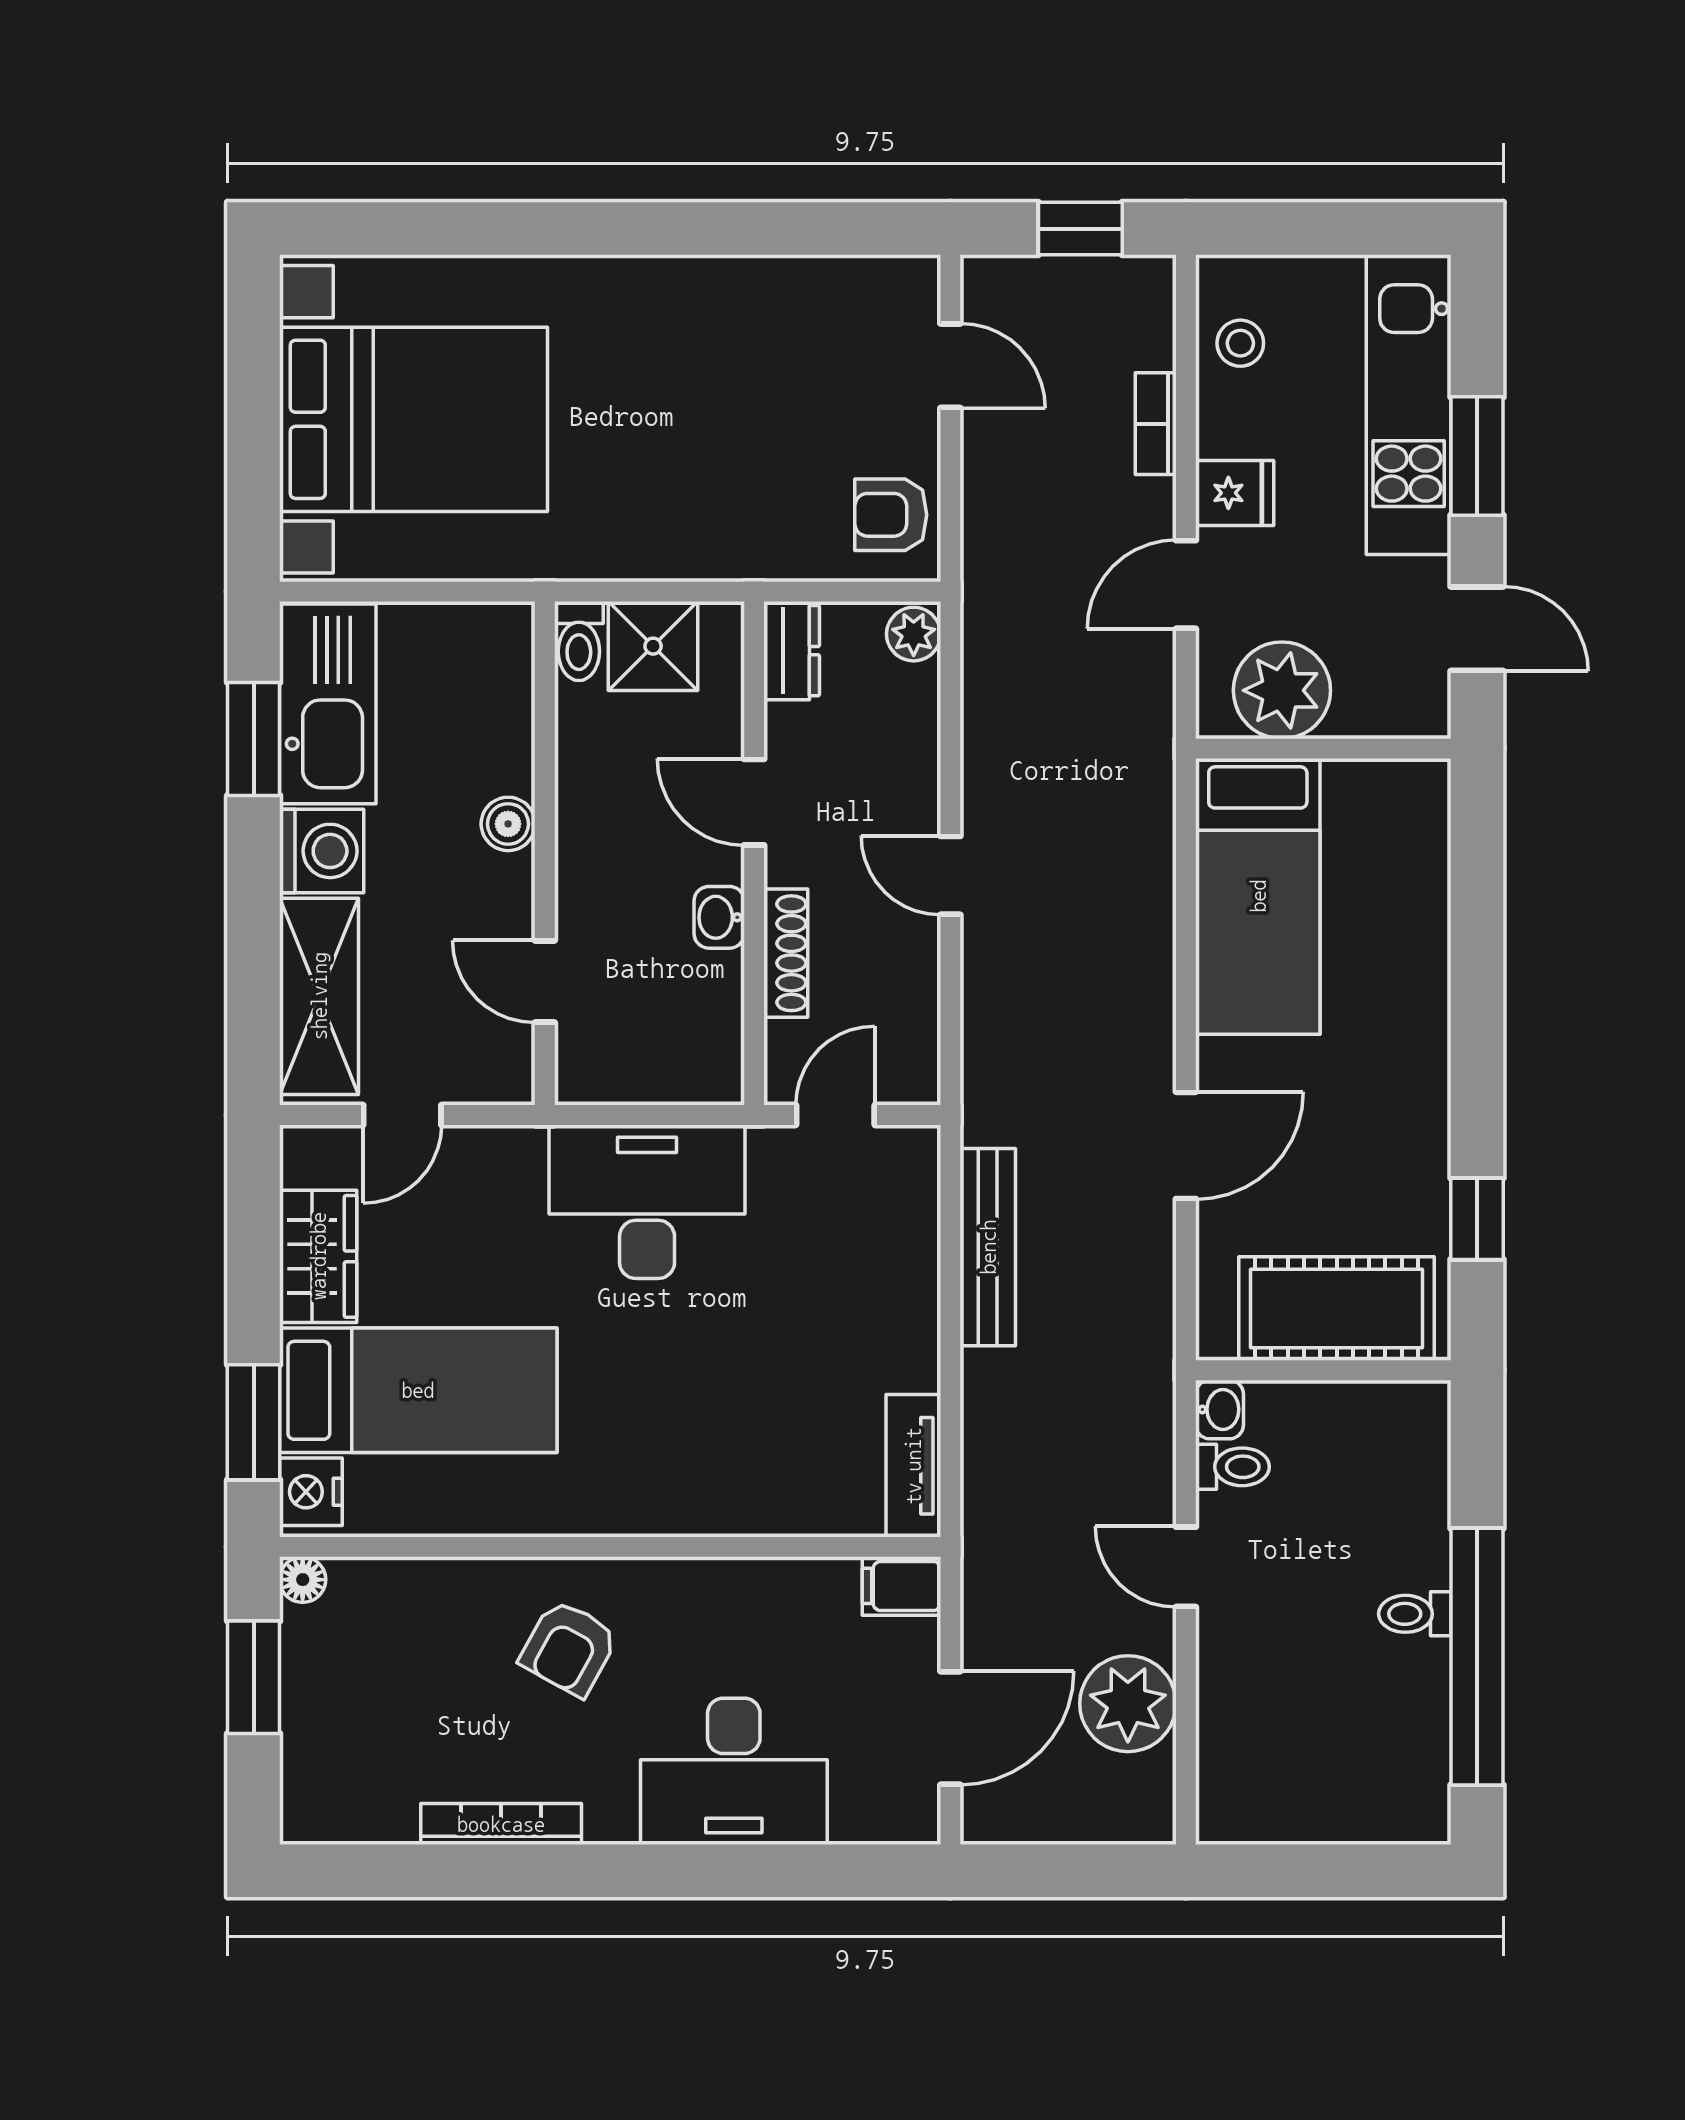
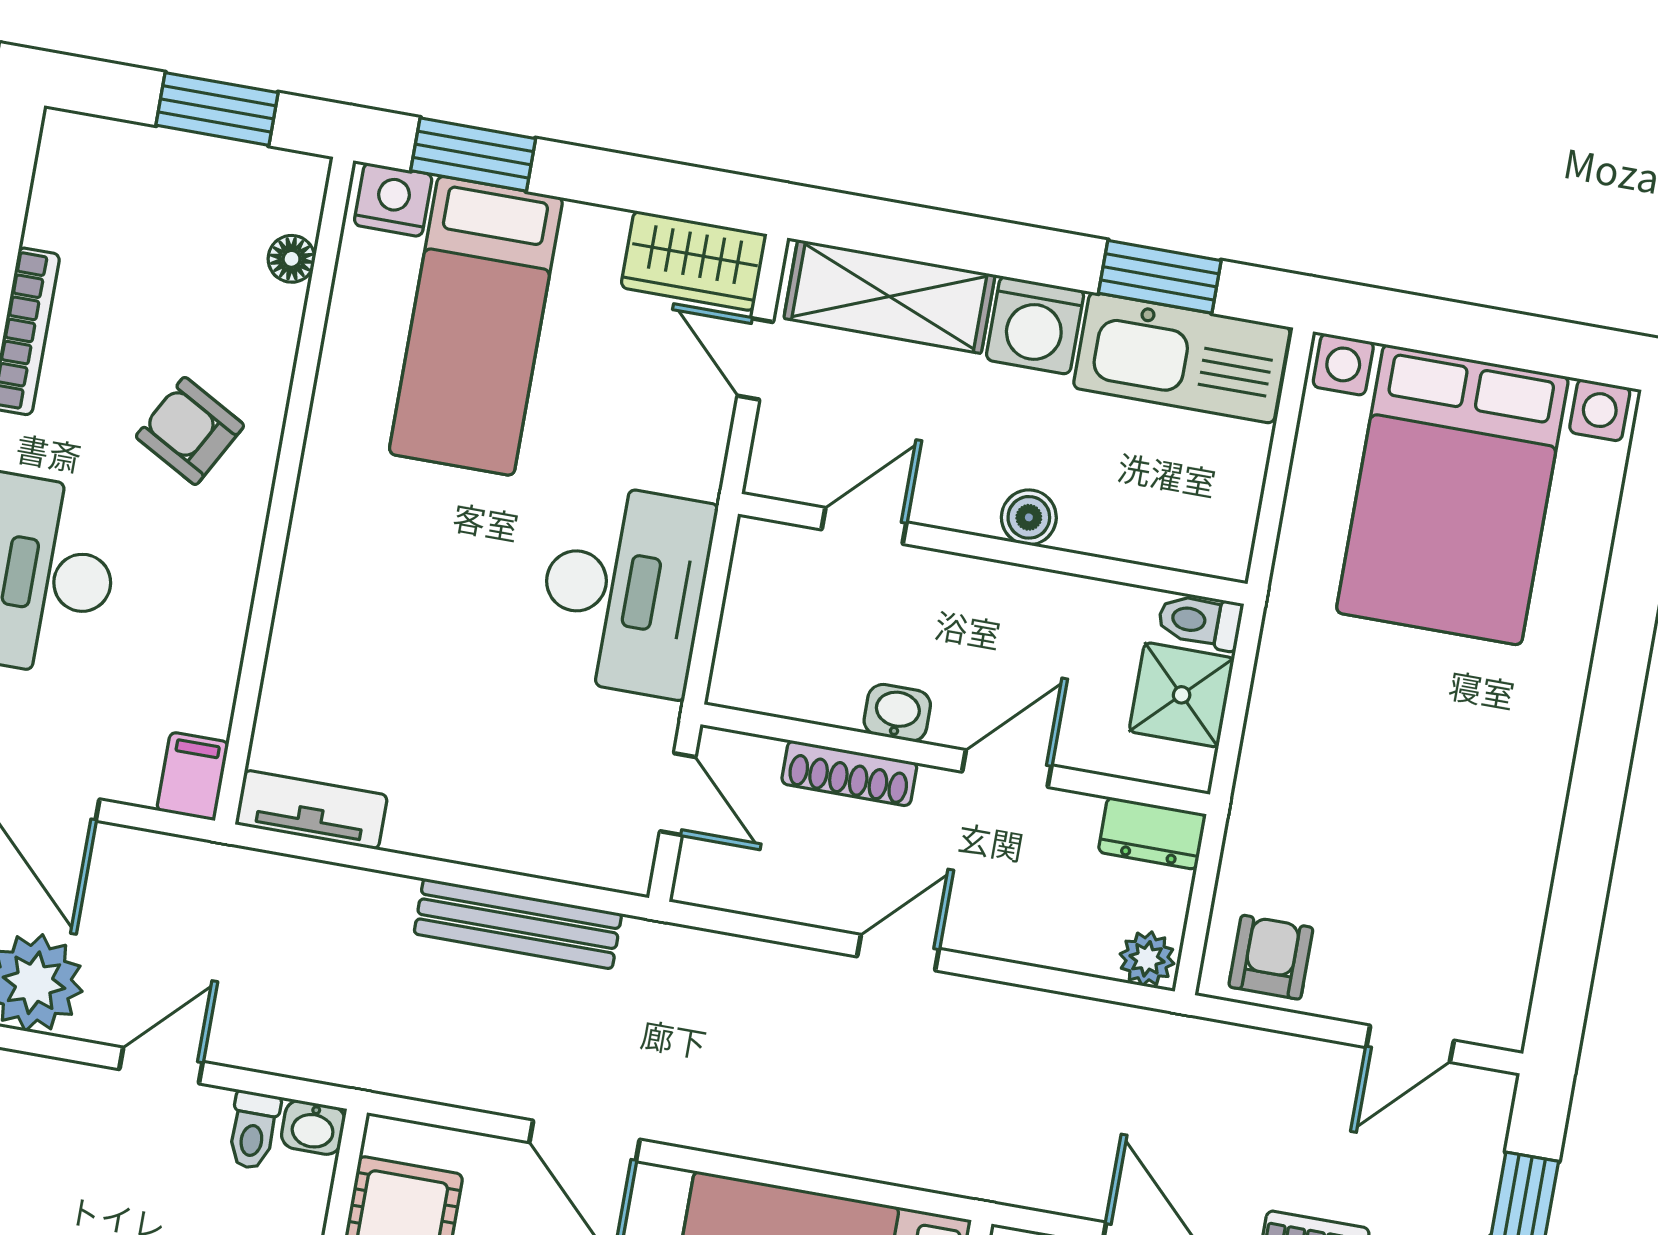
wardrobe: (318, 1256) -> (694, 261), moved
floor lamp: (303, 1580) -> (292, 259), moved

